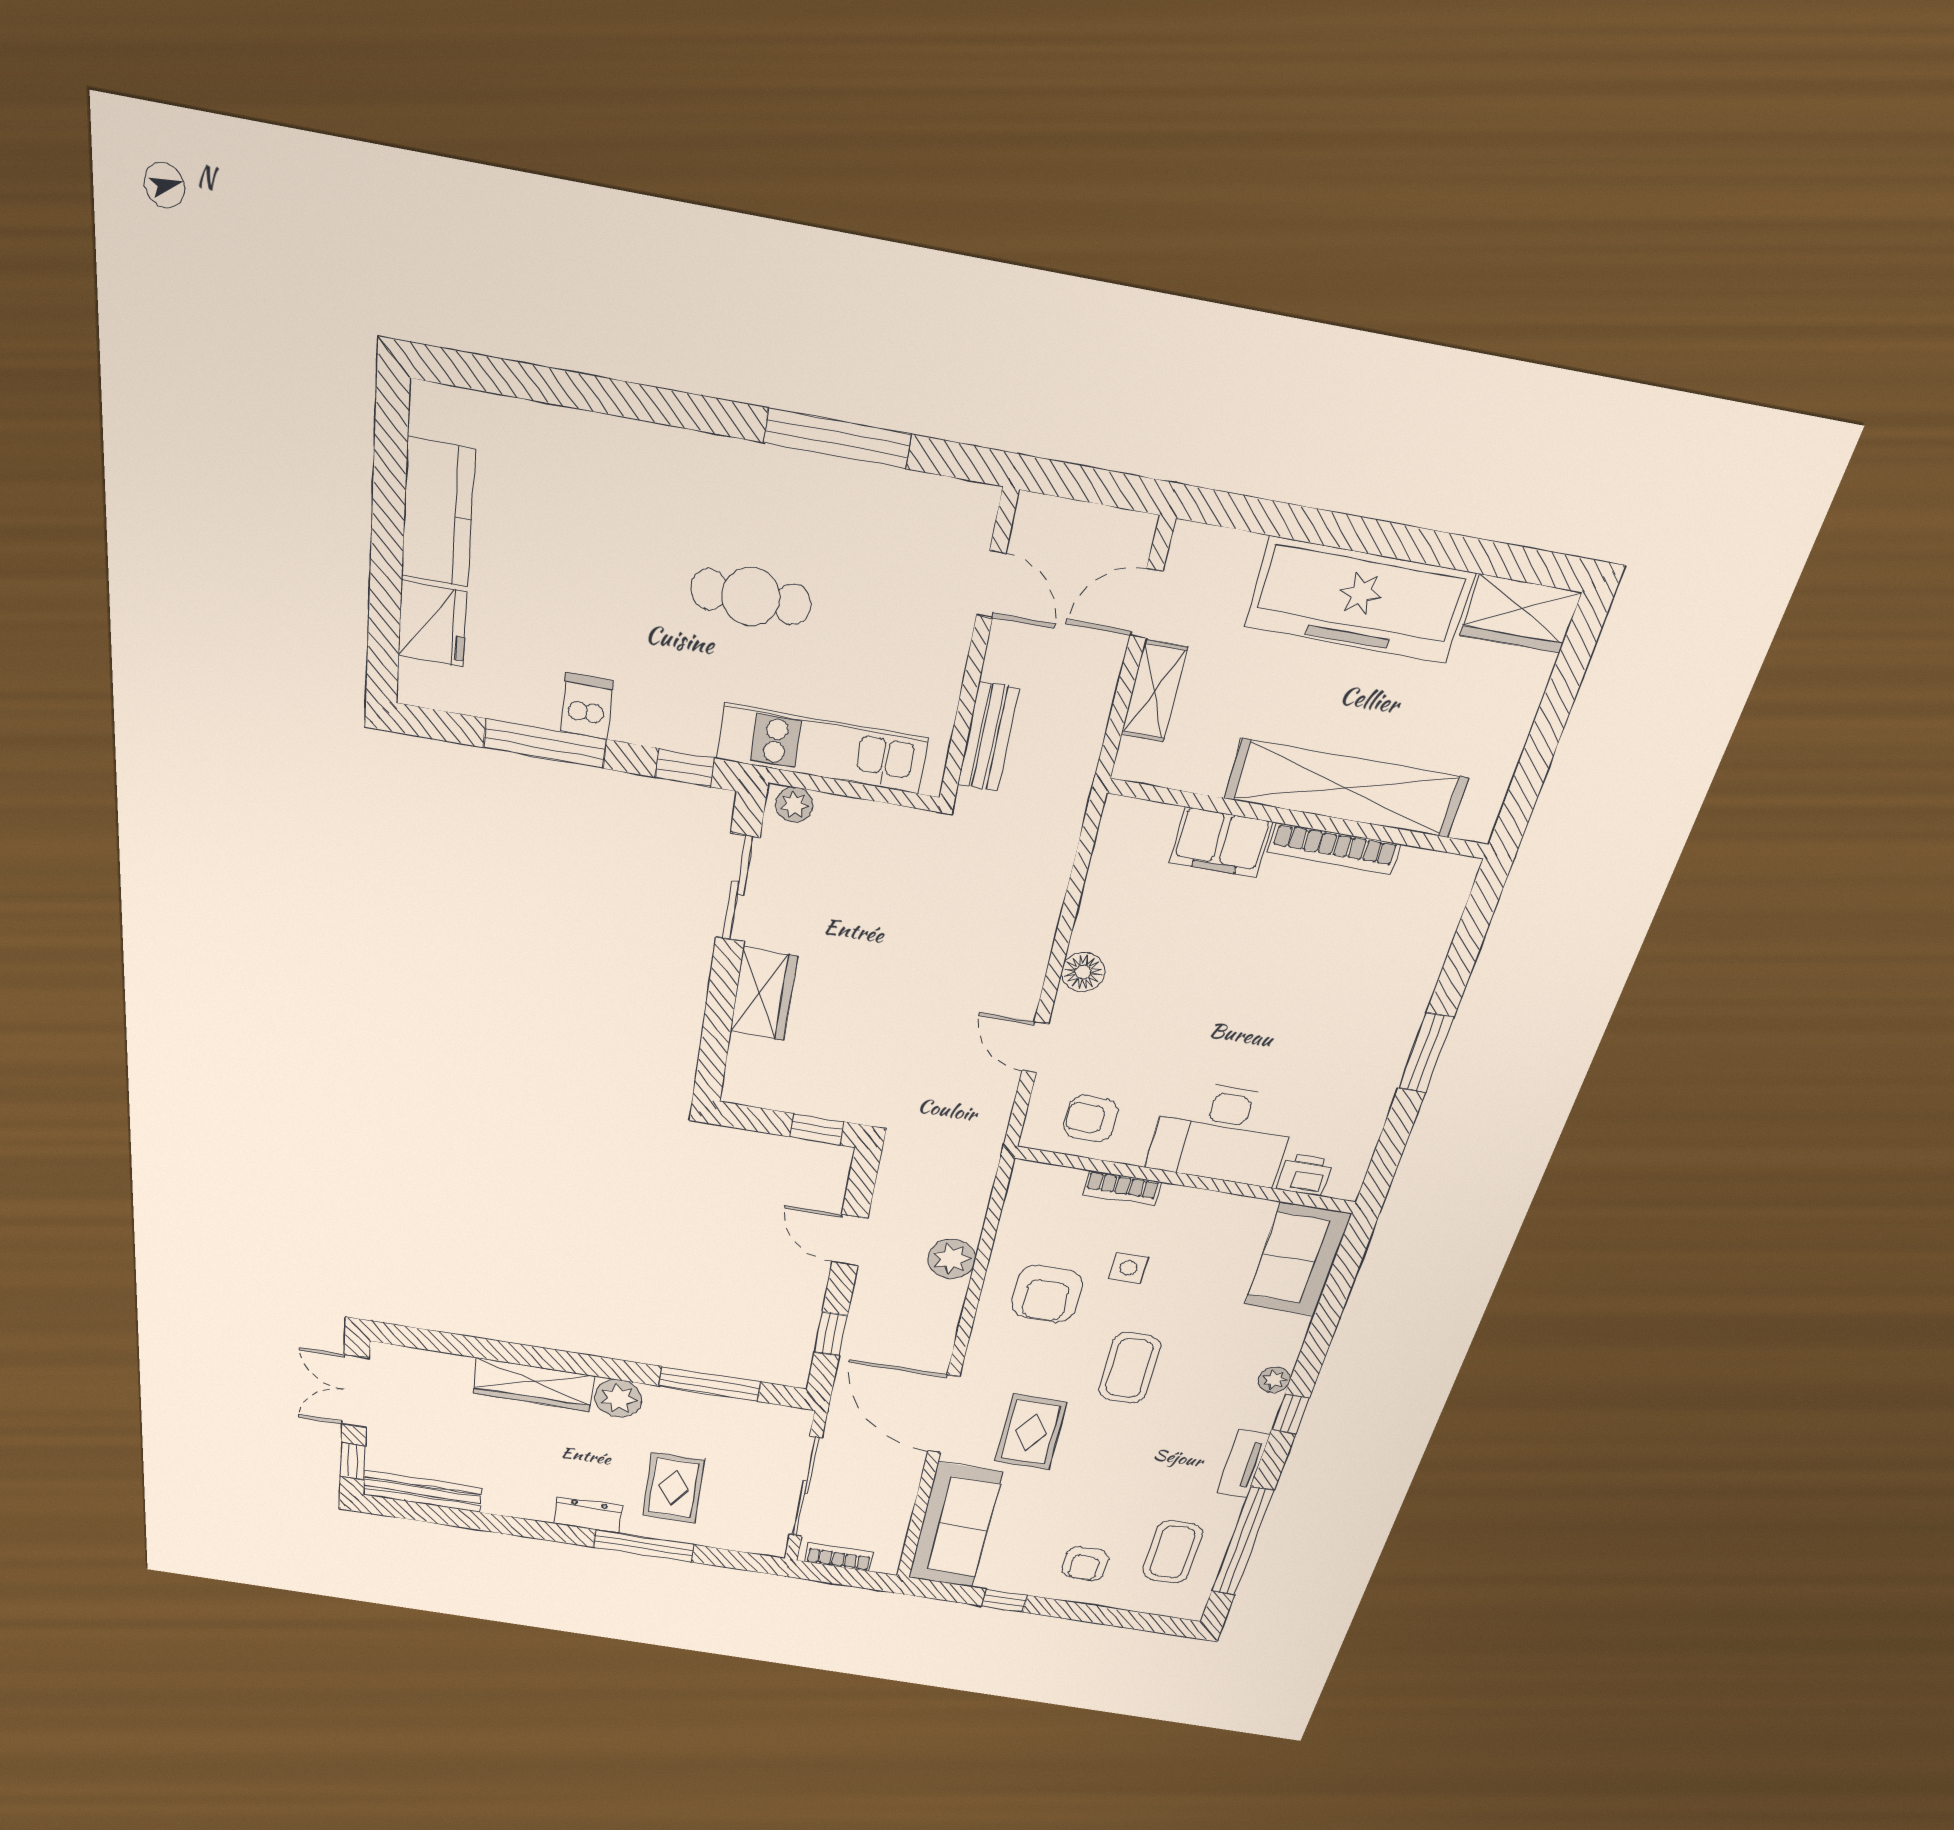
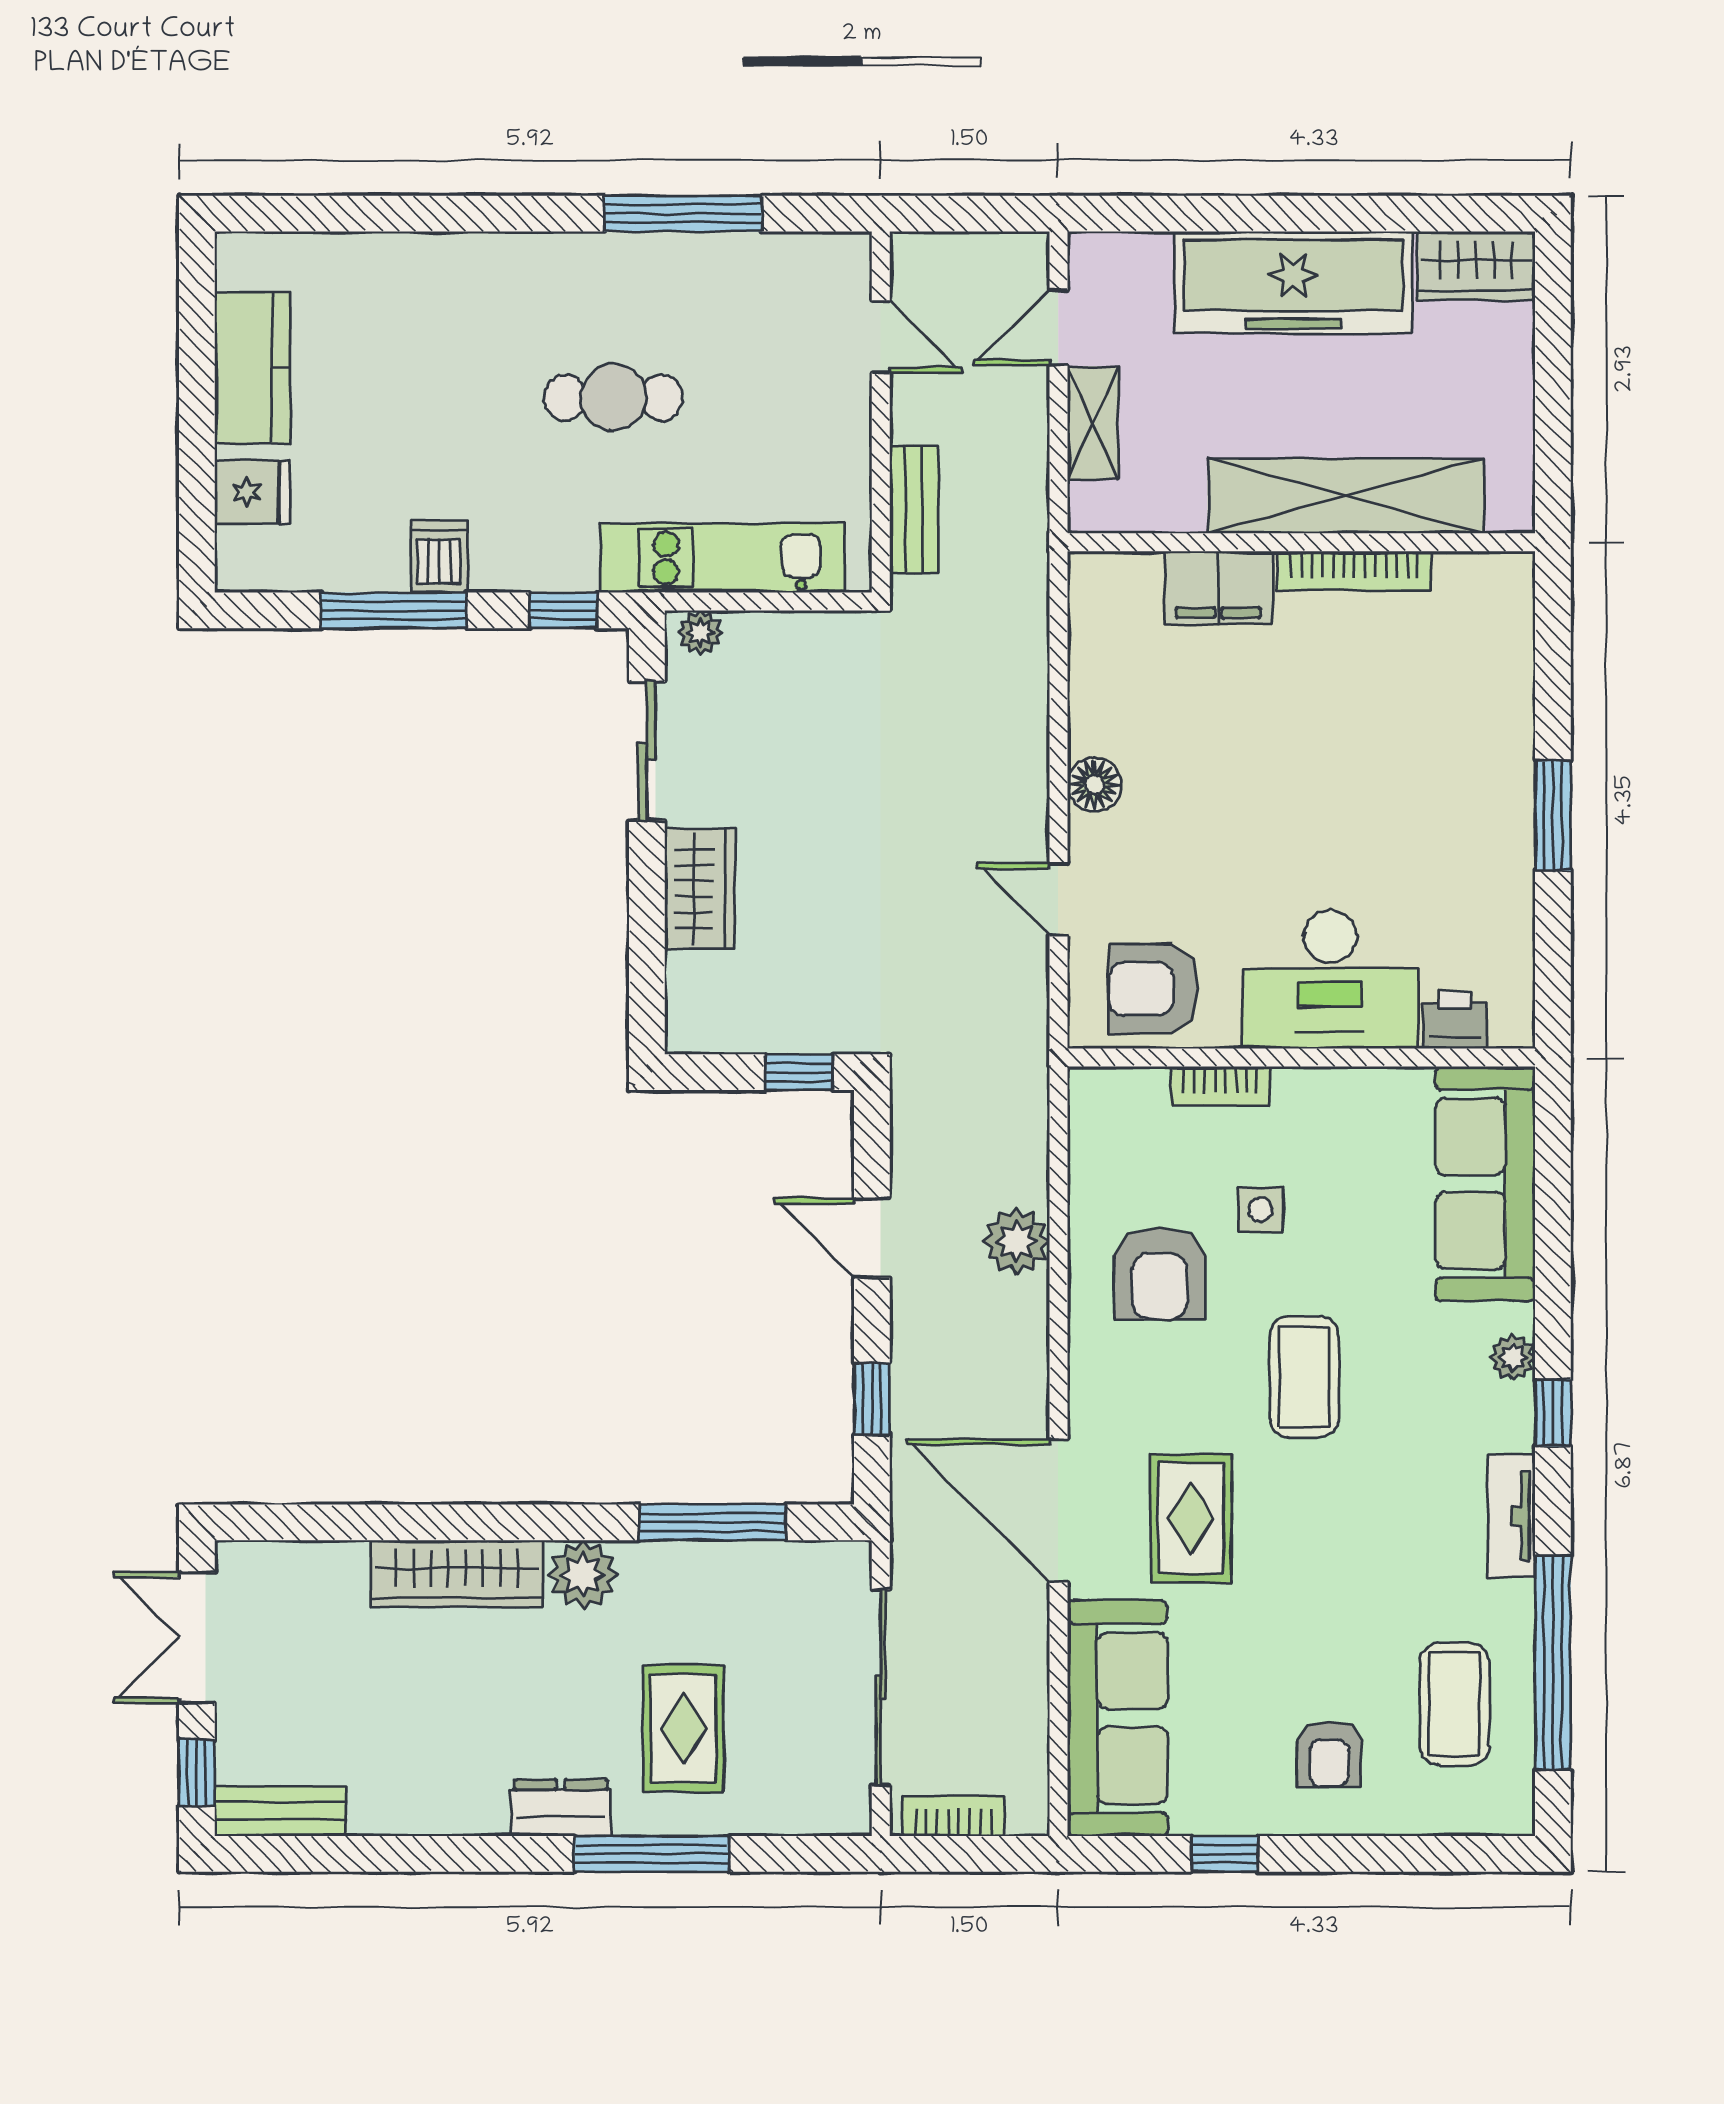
fridge: (432, 624) -> (252, 492), width x0.72
armchair: (1091, 1119) -> (1154, 989), width x1.38, depth x1.38
sofa: (1298, 1260) -> (1485, 1184), width x1.36
bench: (422, 1491) -> (281, 1811), width x0.73

